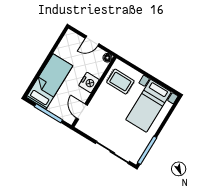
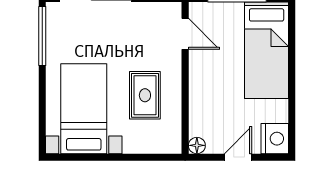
rug: (120, 82) -> (145, 95), moved, turned 90
nightstand: (89, 83) -> (275, 139), moved, turned 180

